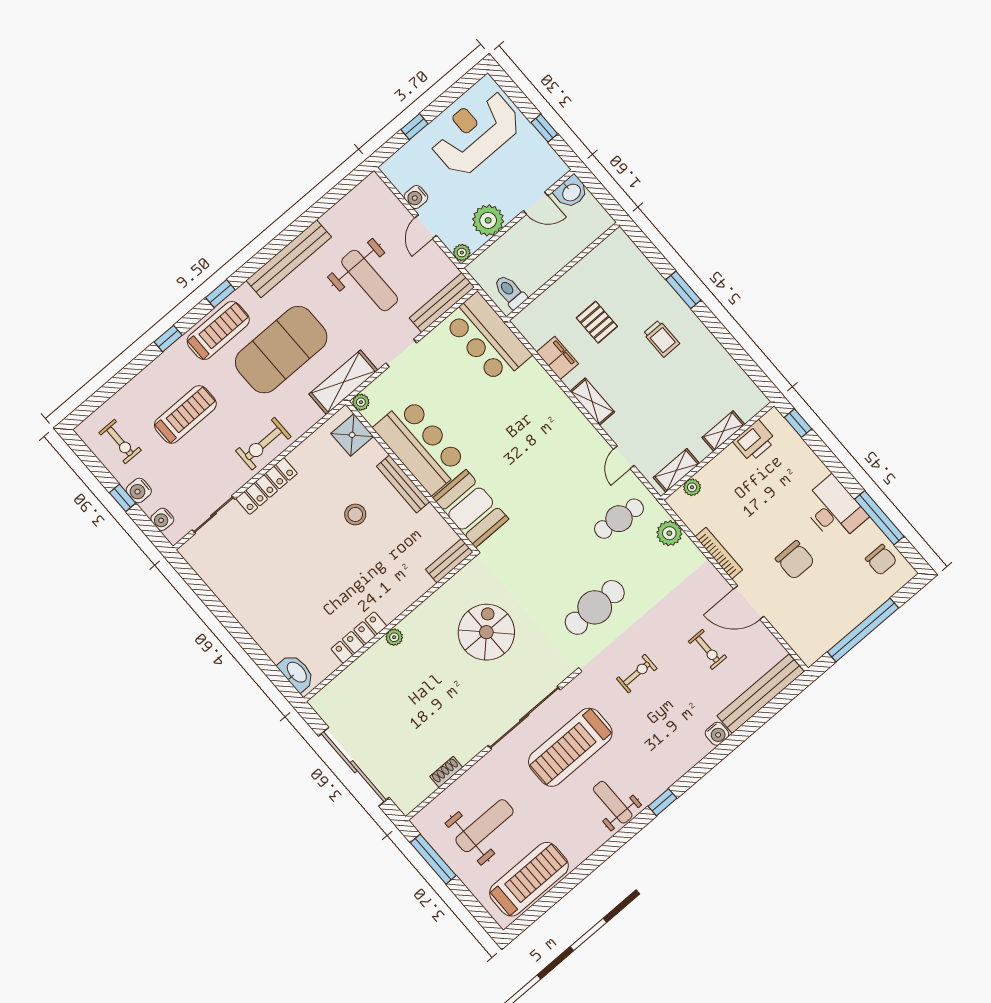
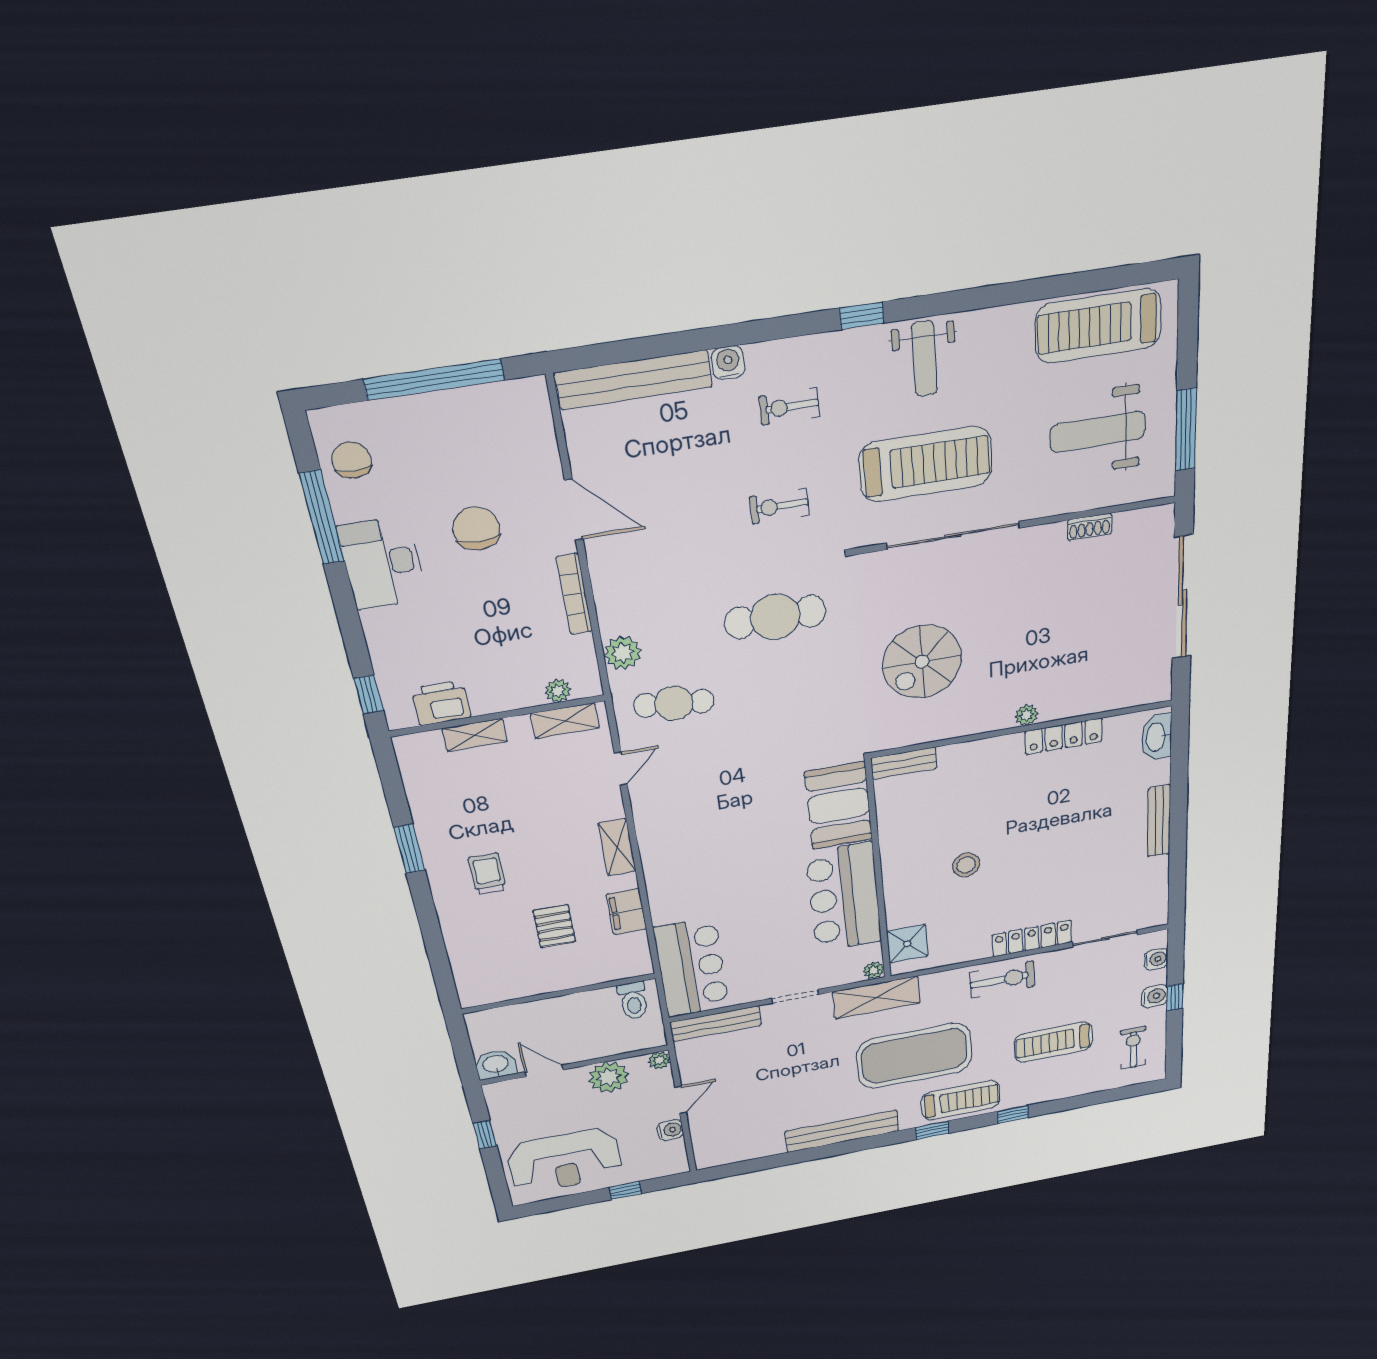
weight bench: (370, 280) -> (776, 1077), removed
window: (683, 290) -> (409, 849), moved
treadmill: (218, 330) -> (961, 1100), turned 180
bench: (403, 484) -> (1159, 821), moved
exercise bike: (707, 649) -> (789, 407), moved, turned -90

